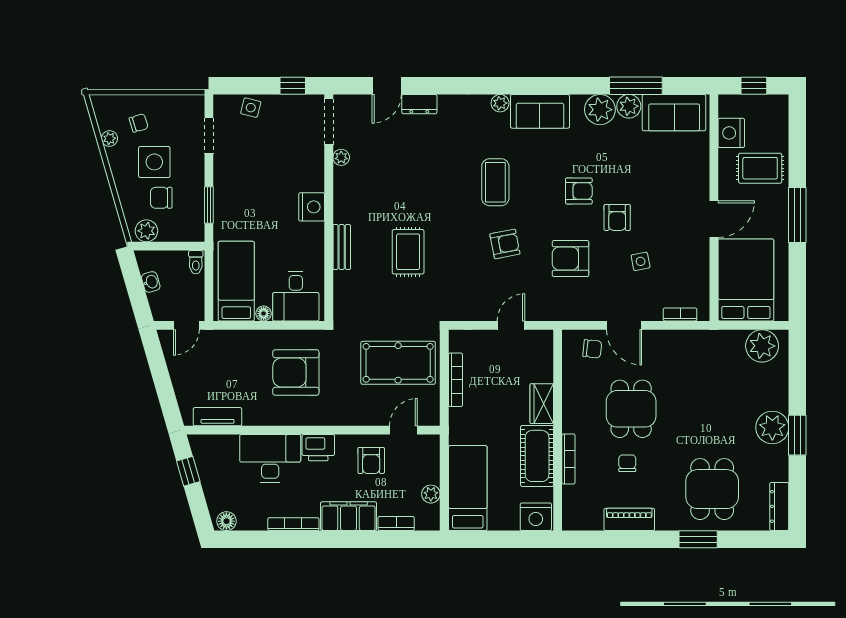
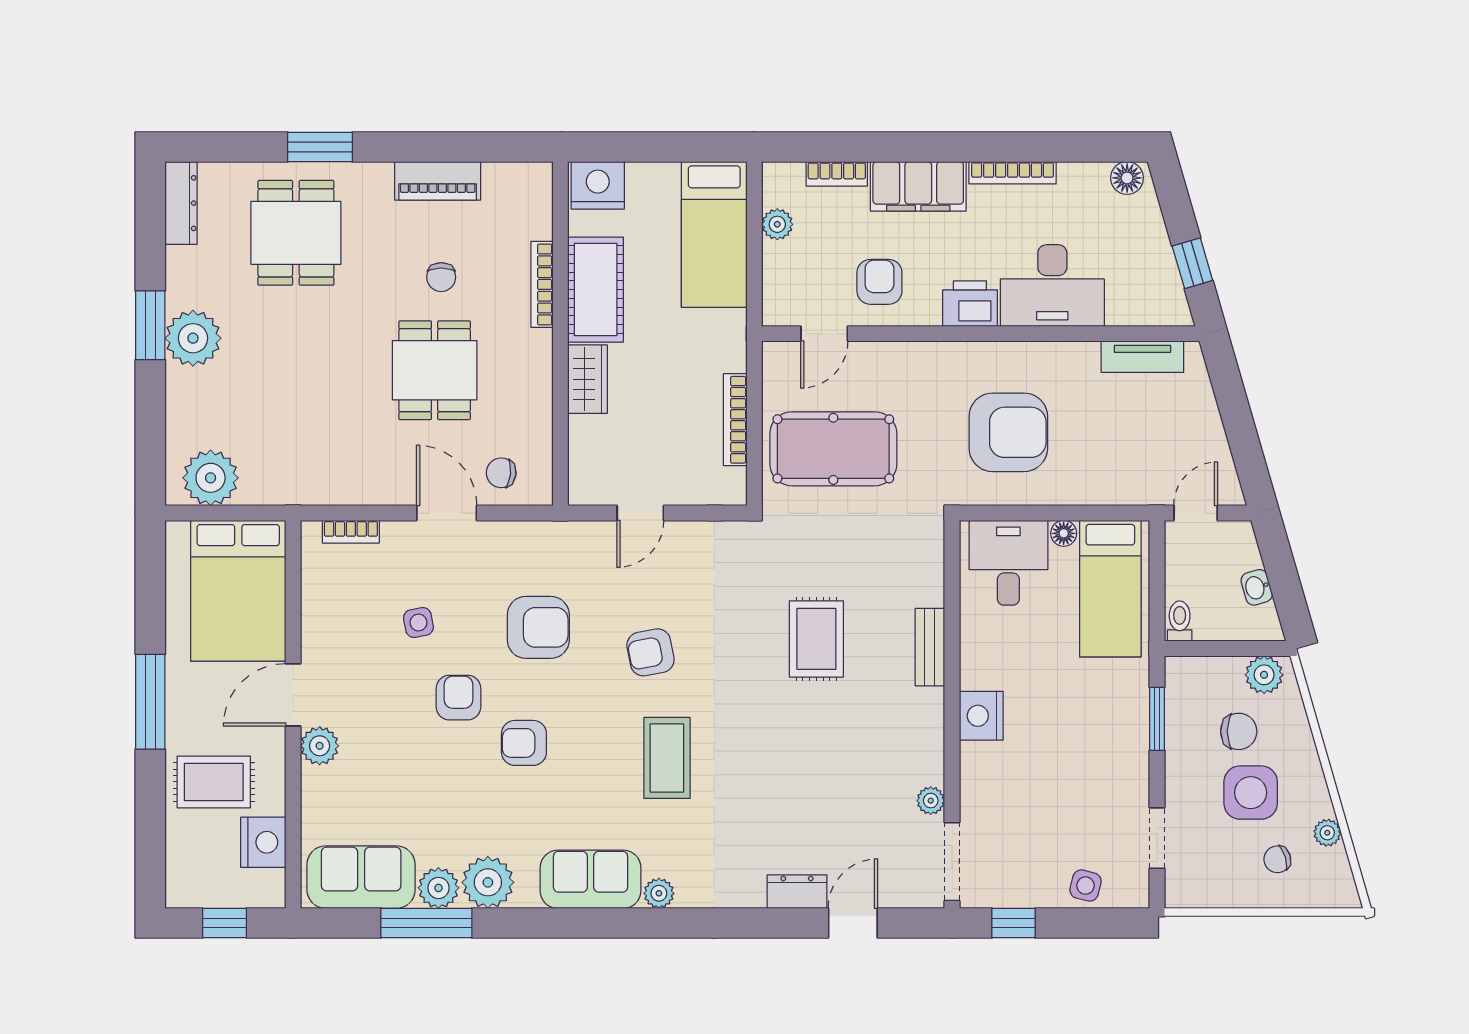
plant: (698, 189) -> (320, 746), added

